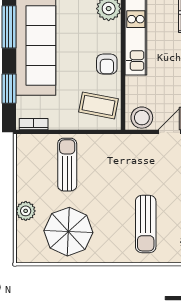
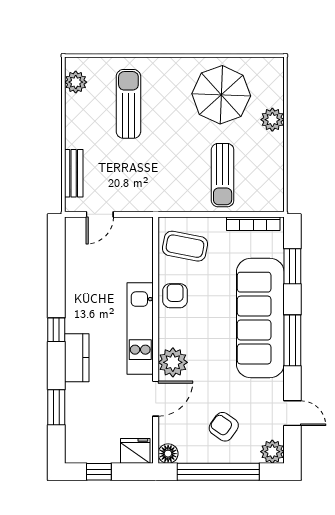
stool: (142, 118) -> (133, 232), removed
bookcase: (34, 124) -> (253, 224), width x1.56

